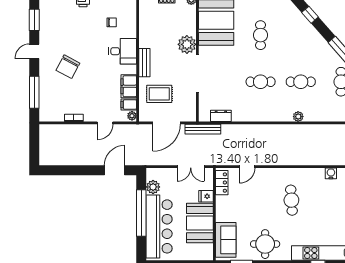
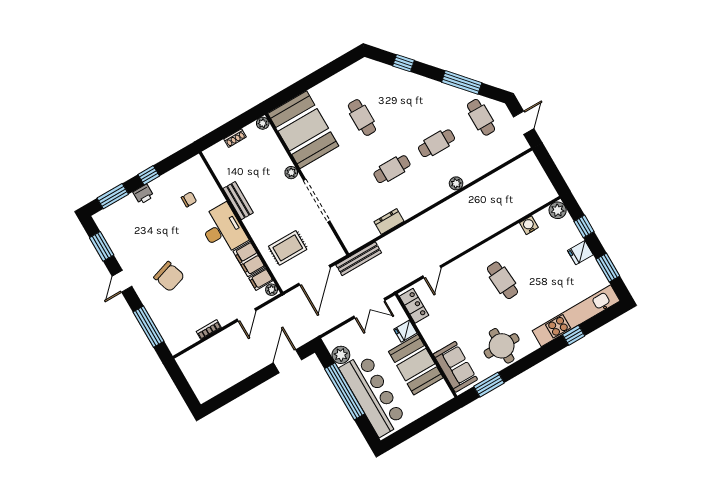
plant: (187, 44) -> (291, 173), width x0.53, depth x0.53
desk: (123, 51) -> (223, 229), width x1.37
bench: (144, 63) -> (238, 201), moved
chair: (68, 67) -> (169, 277), turned -46
dresser: (221, 116) -> (389, 222), moved

